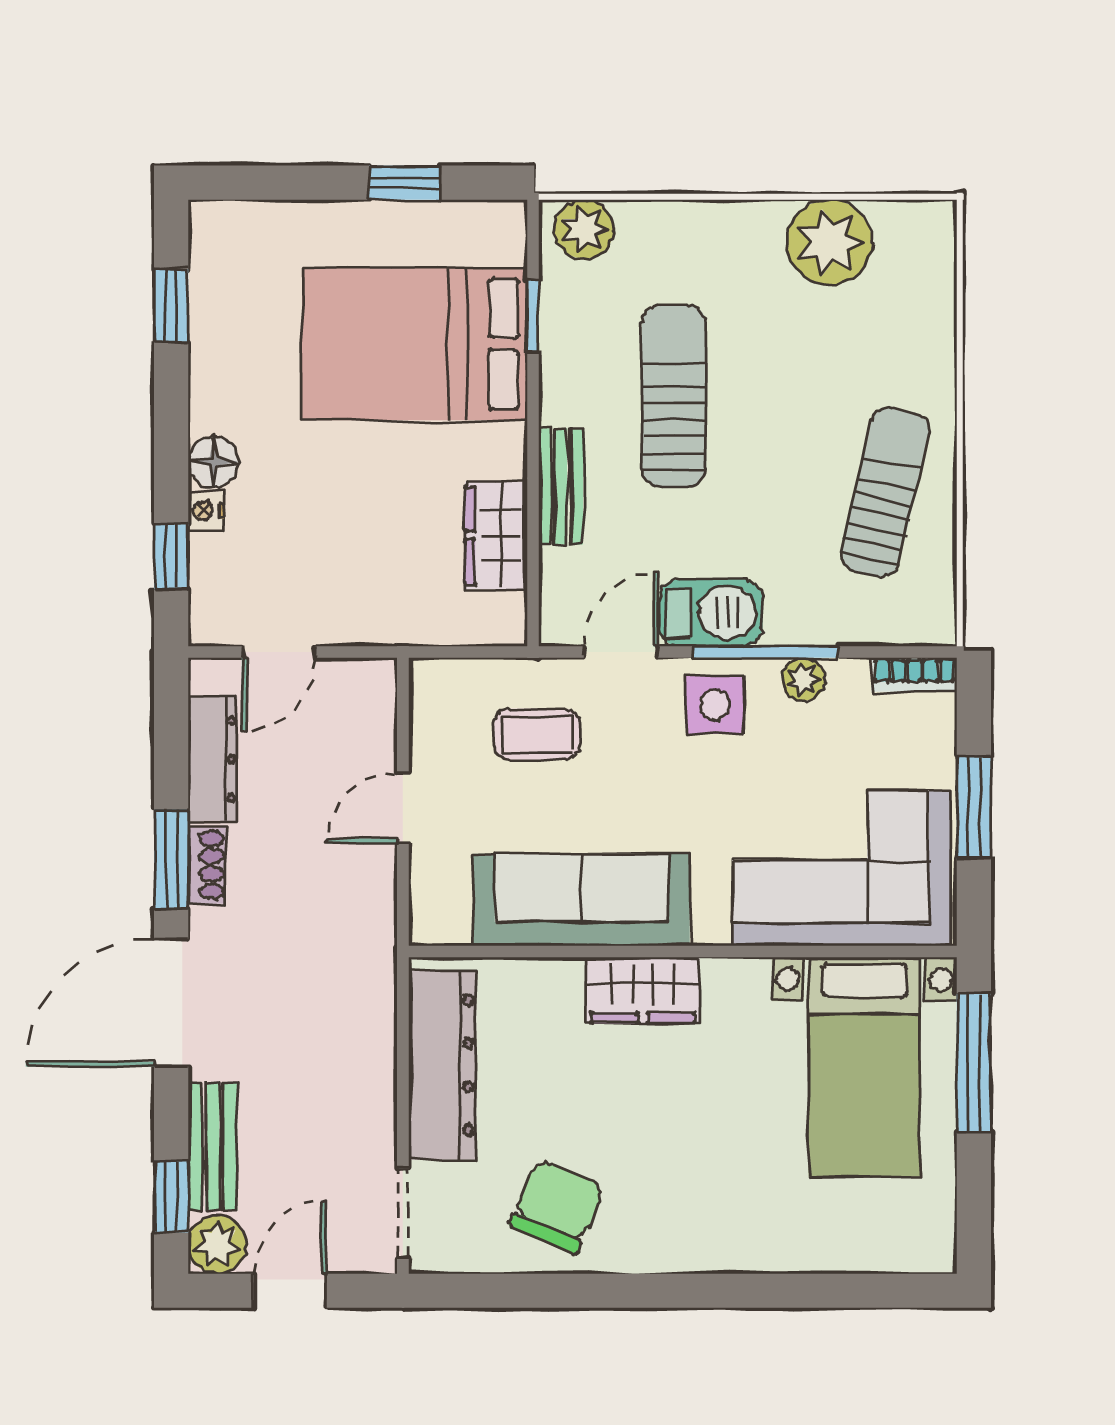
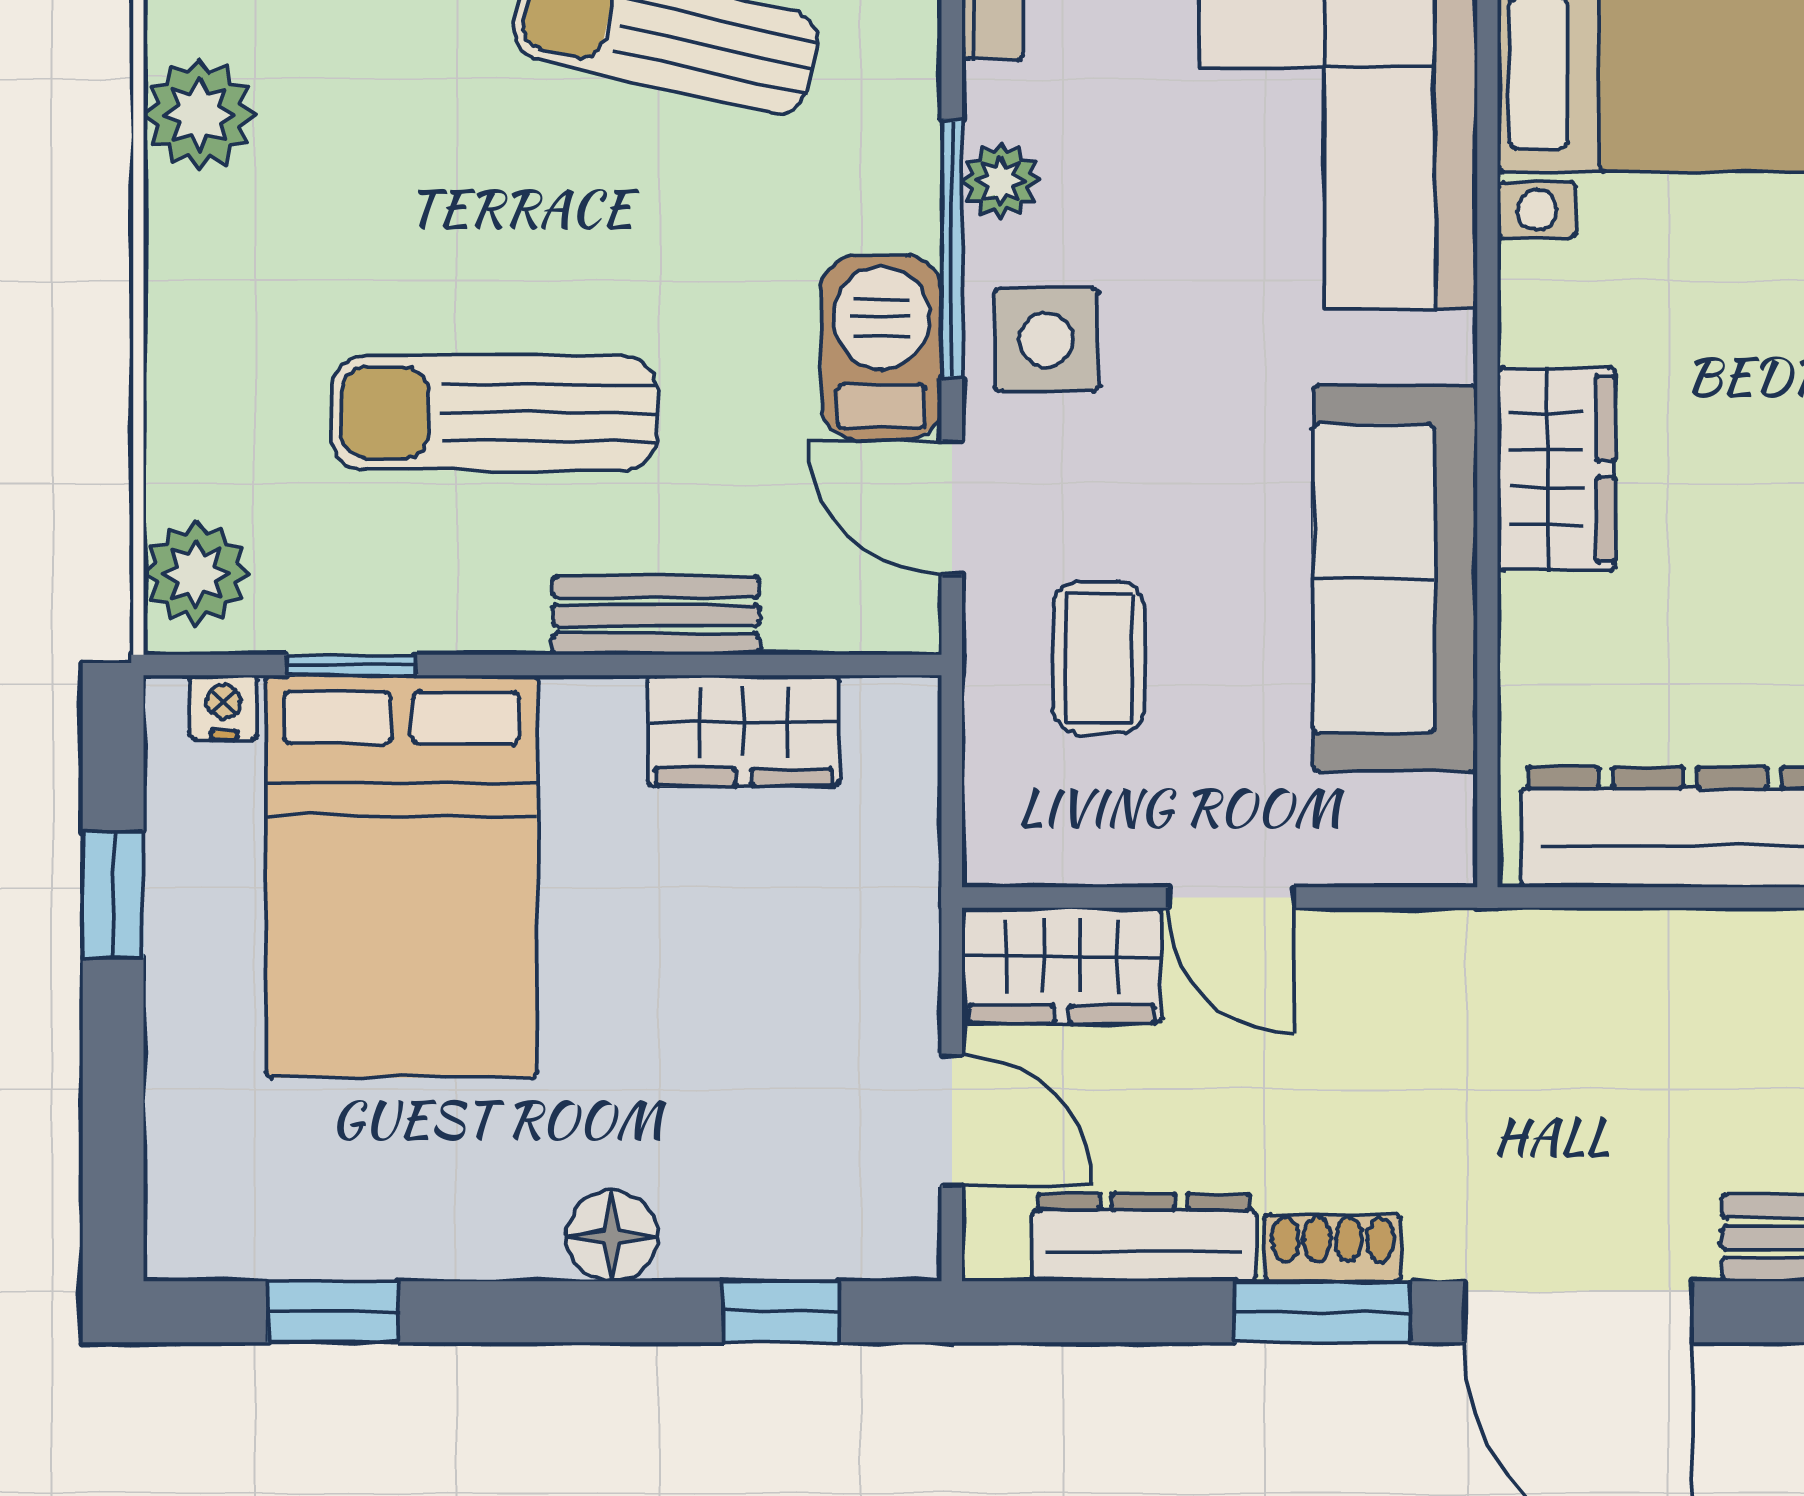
plant: (829, 242) -> (199, 115), width x0.73, depth x0.73
nightstand: (206, 511) -> (224, 707), moved, turned 180
wardrobe: (365, 714) -> (1062, 966), added

